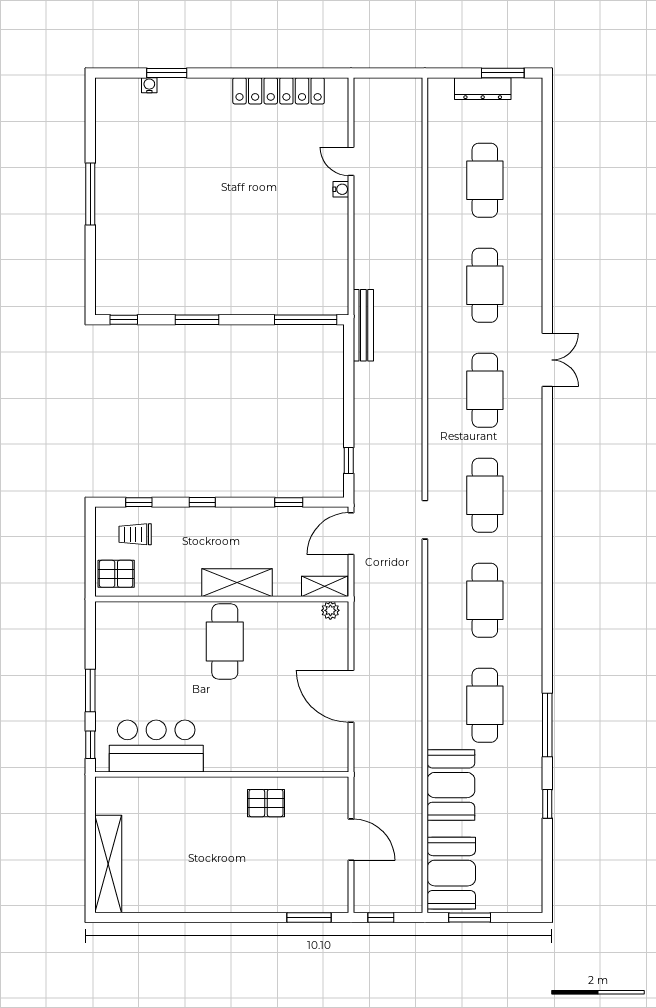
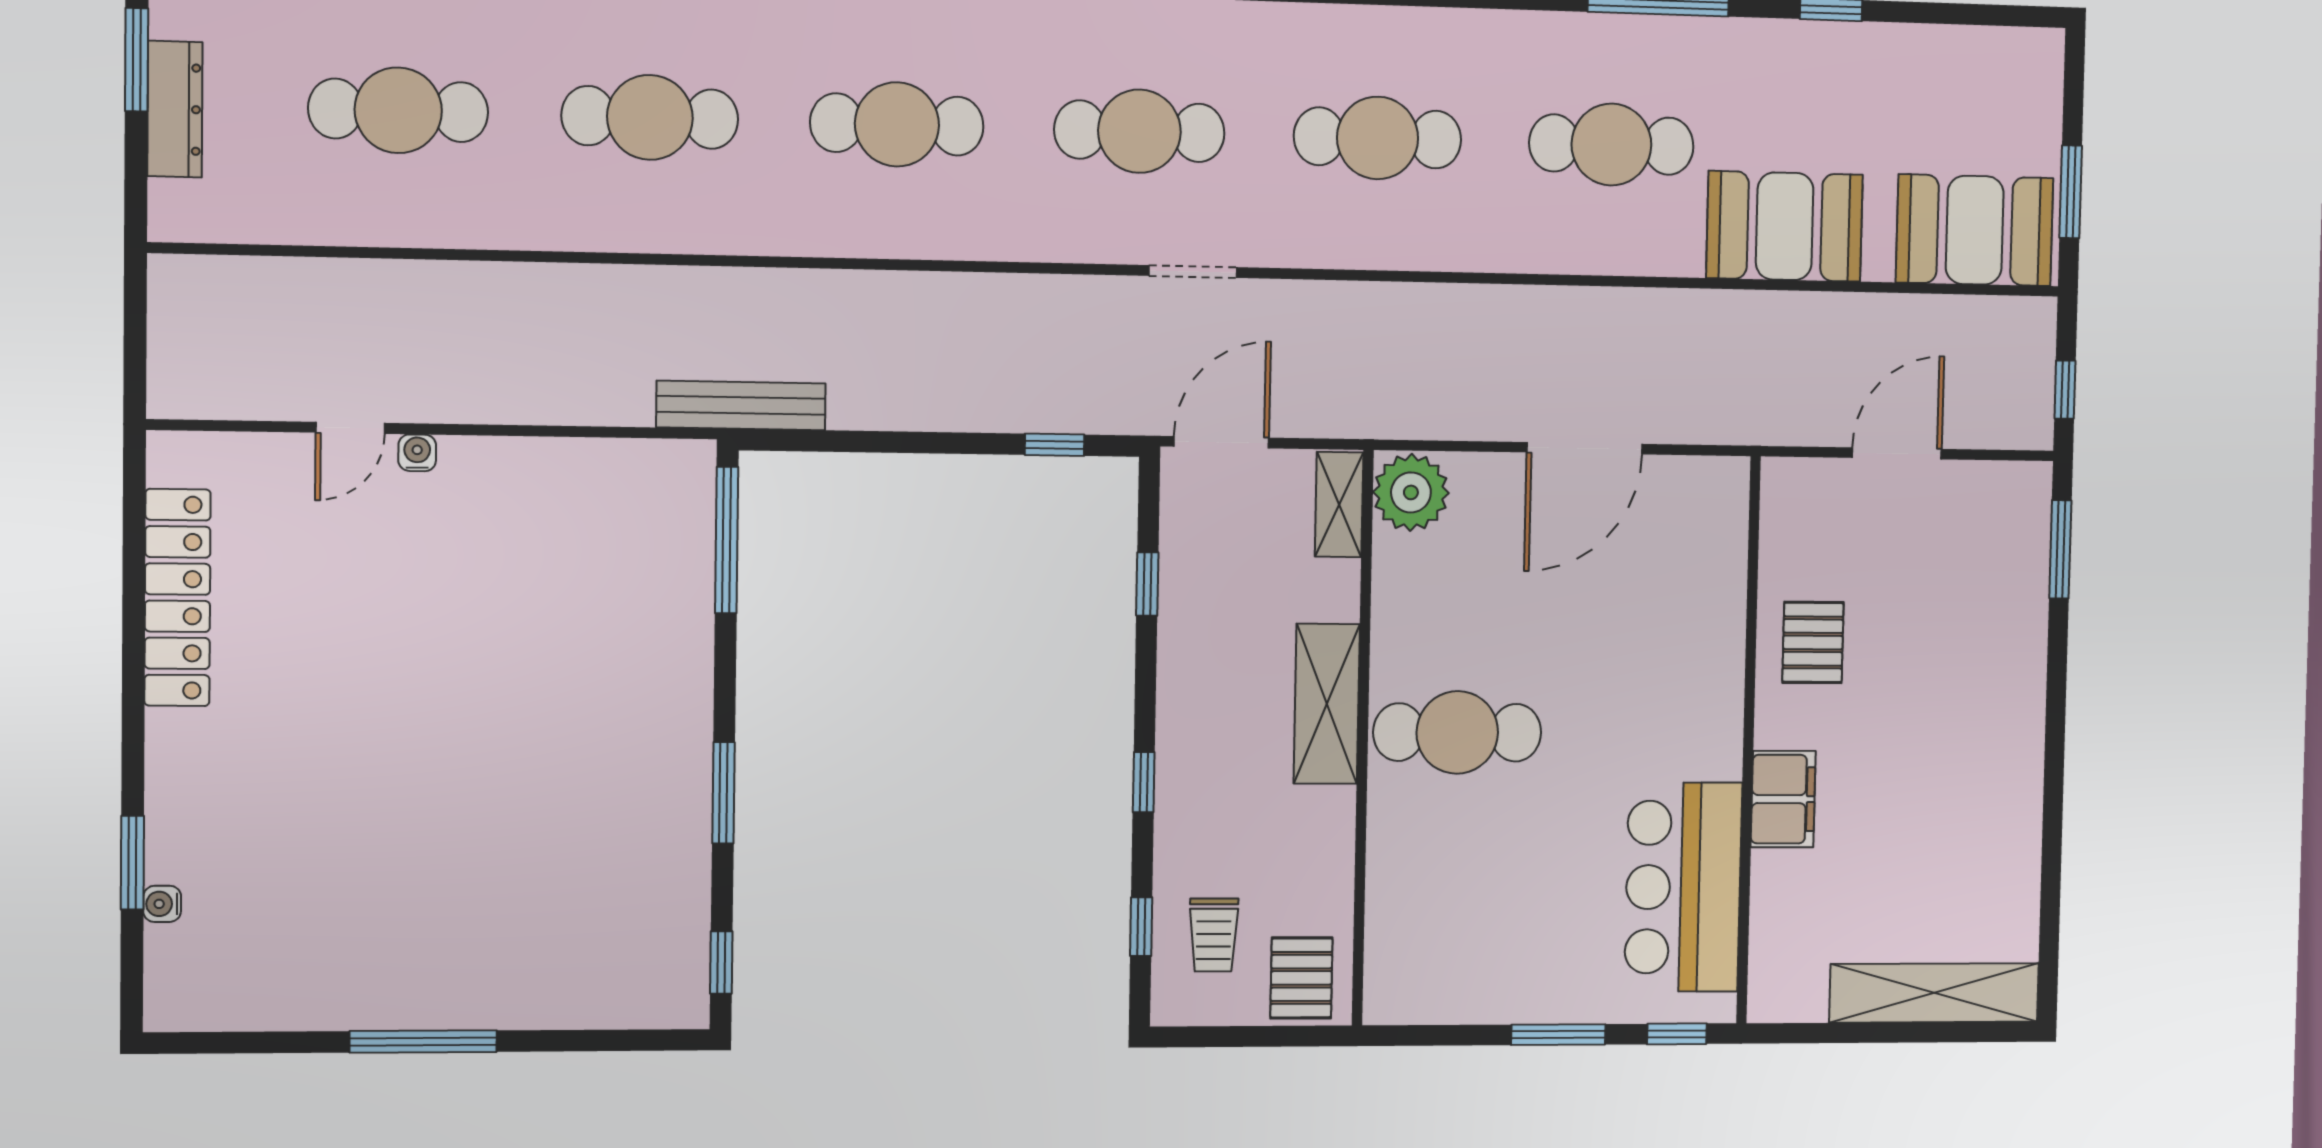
door: (351, 534) -> (1221, 442), swing flipped
plant: (330, 610) -> (1411, 492), width x1.87, depth x1.87
filing cabinet: (196, 791) -> (1783, 799), added

